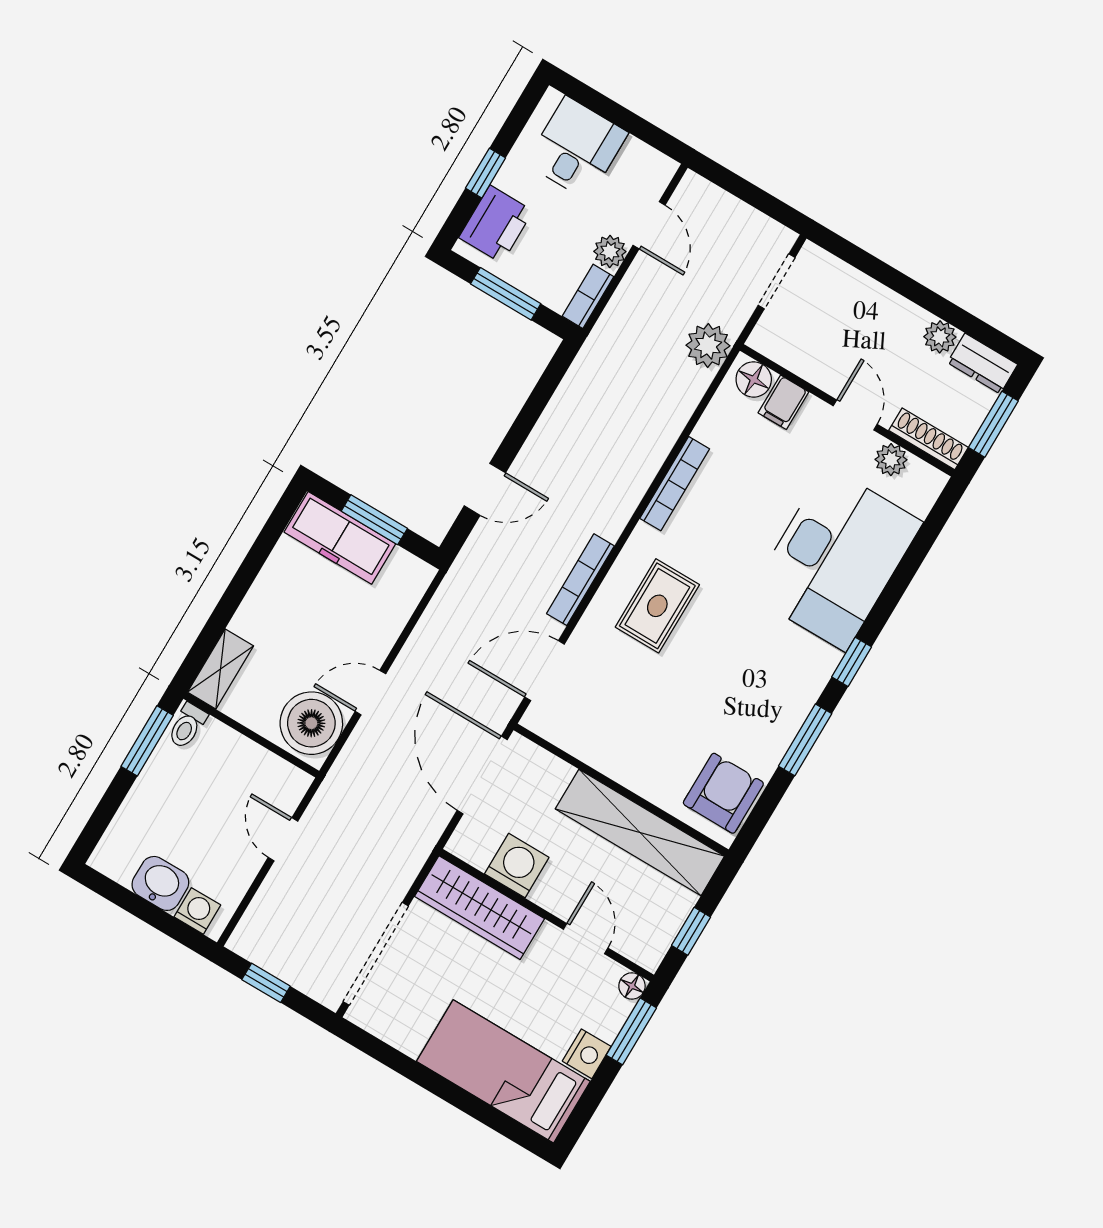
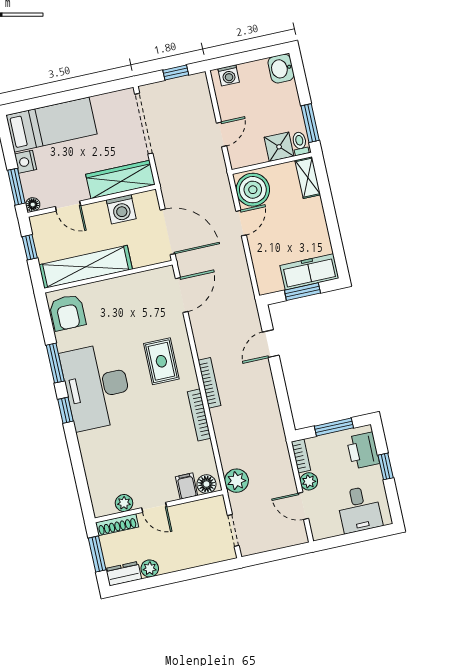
desk: (836, 558) -> (97, 386), moved
bookcase: (580, 580) -> (209, 383), moved
shower: (220, 748) -> (279, 147), added
door: (283, 839) -> (222, 134), hinge flipped
washbasin: (160, 883) -> (281, 69), moved, turned 90

